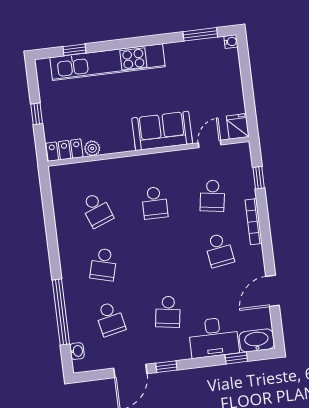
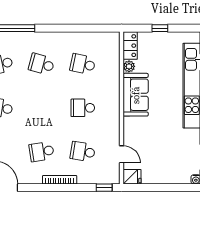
sofa: (162, 131) -> (136, 95), moved
window: (259, 178) -> (104, 188), moved
school desk: (97, 210) -> (83, 64), turned 33

